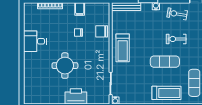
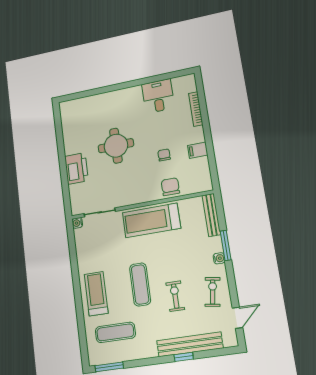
desk: (35, 41) -> (158, 96), moved
treadmill: (123, 48) -> (151, 220), width x1.37, depth x1.38
treadmill: (166, 93) -> (96, 294), turned 180

